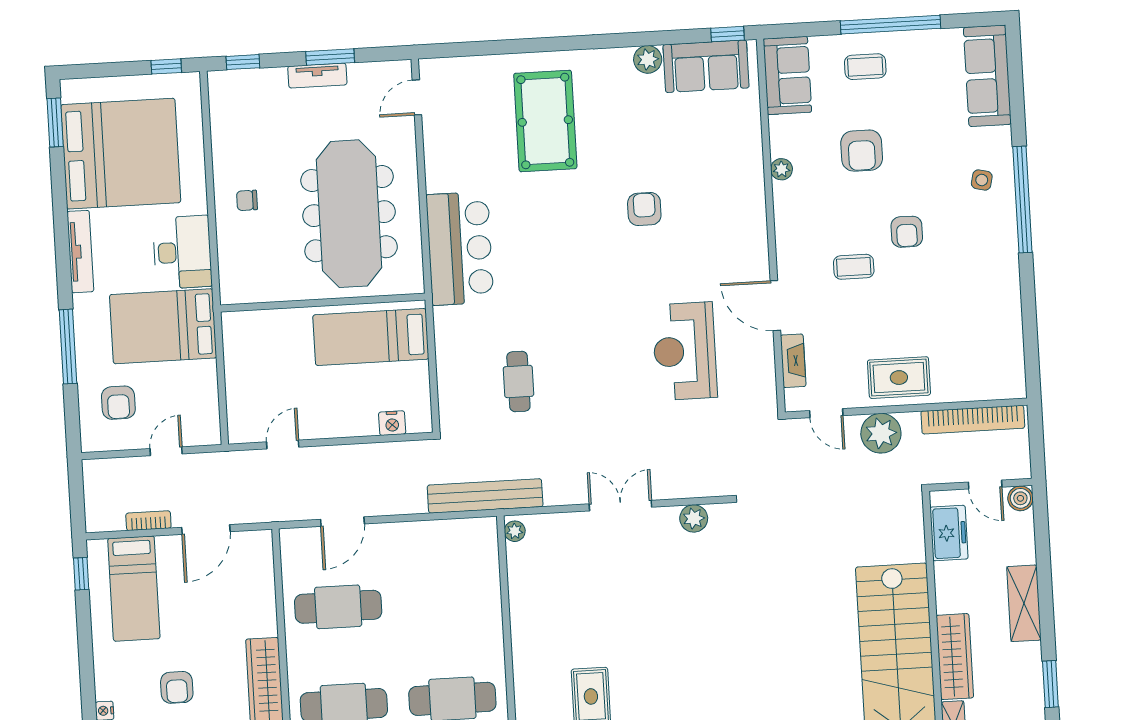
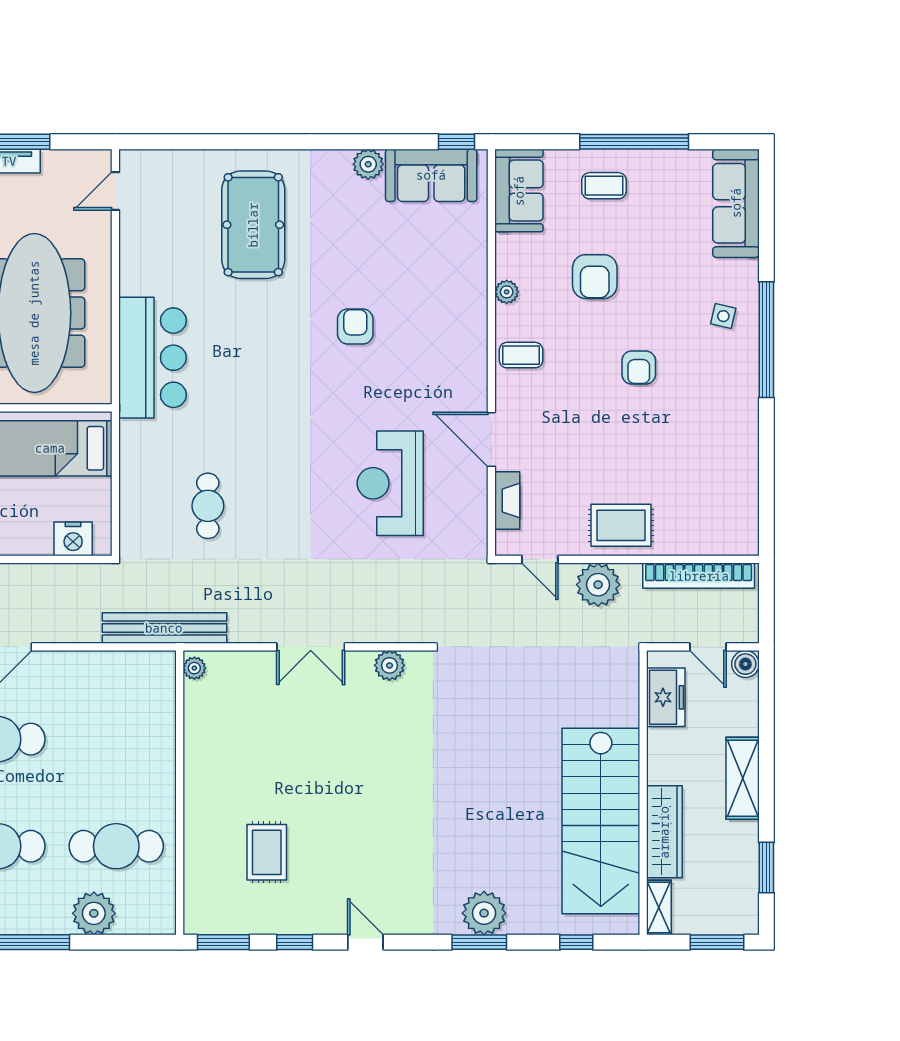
coffee table: (854, 267) -> (521, 355), moved
nightstand: (392, 423) -> (73, 539), width x1.36, depth x1.33
double door: (620, 506) -> (311, 647), swing flipped

